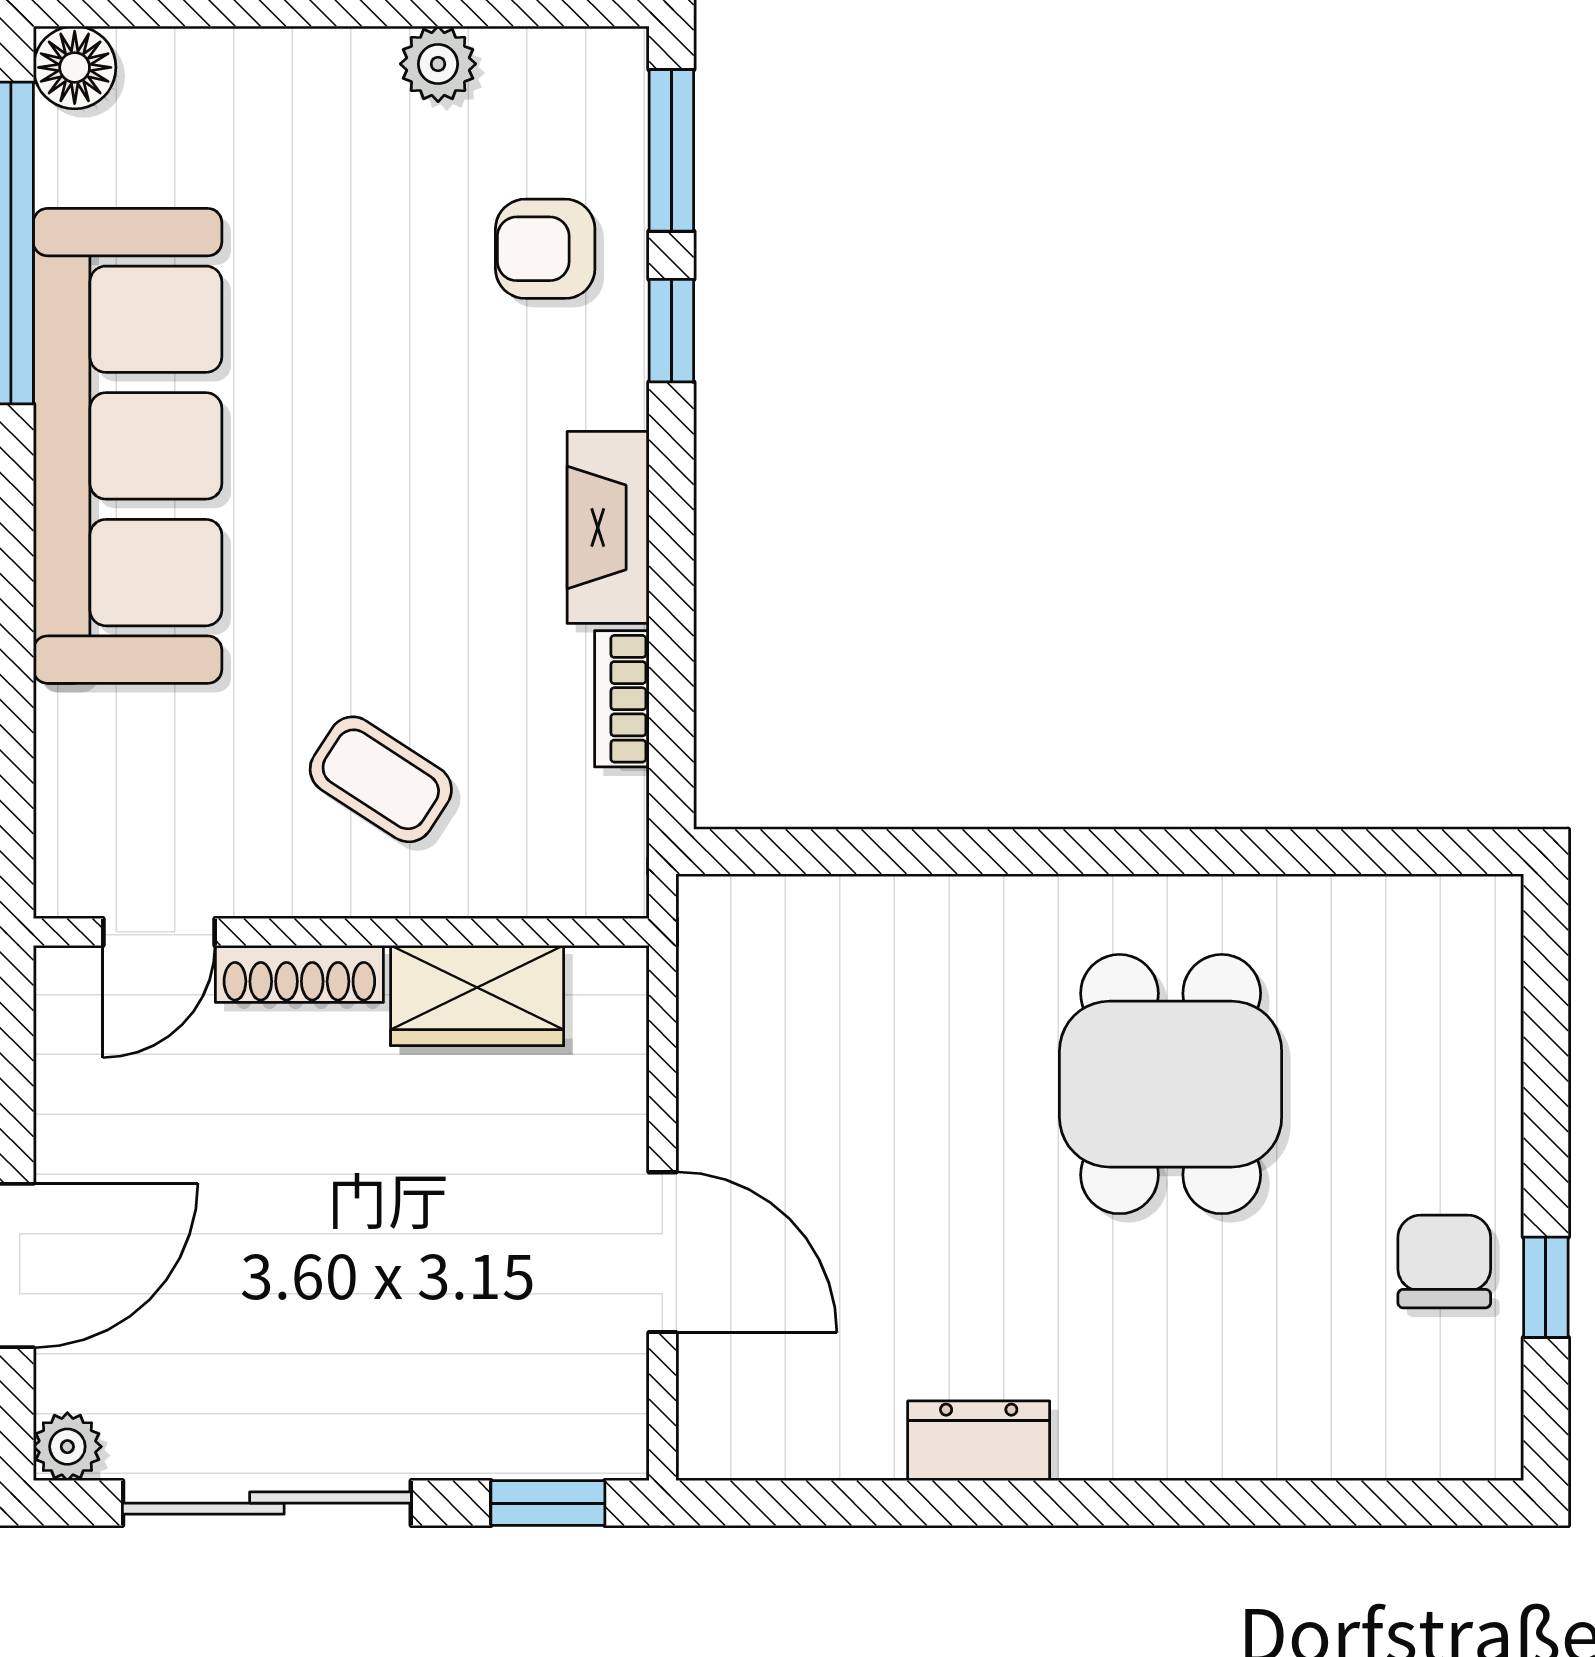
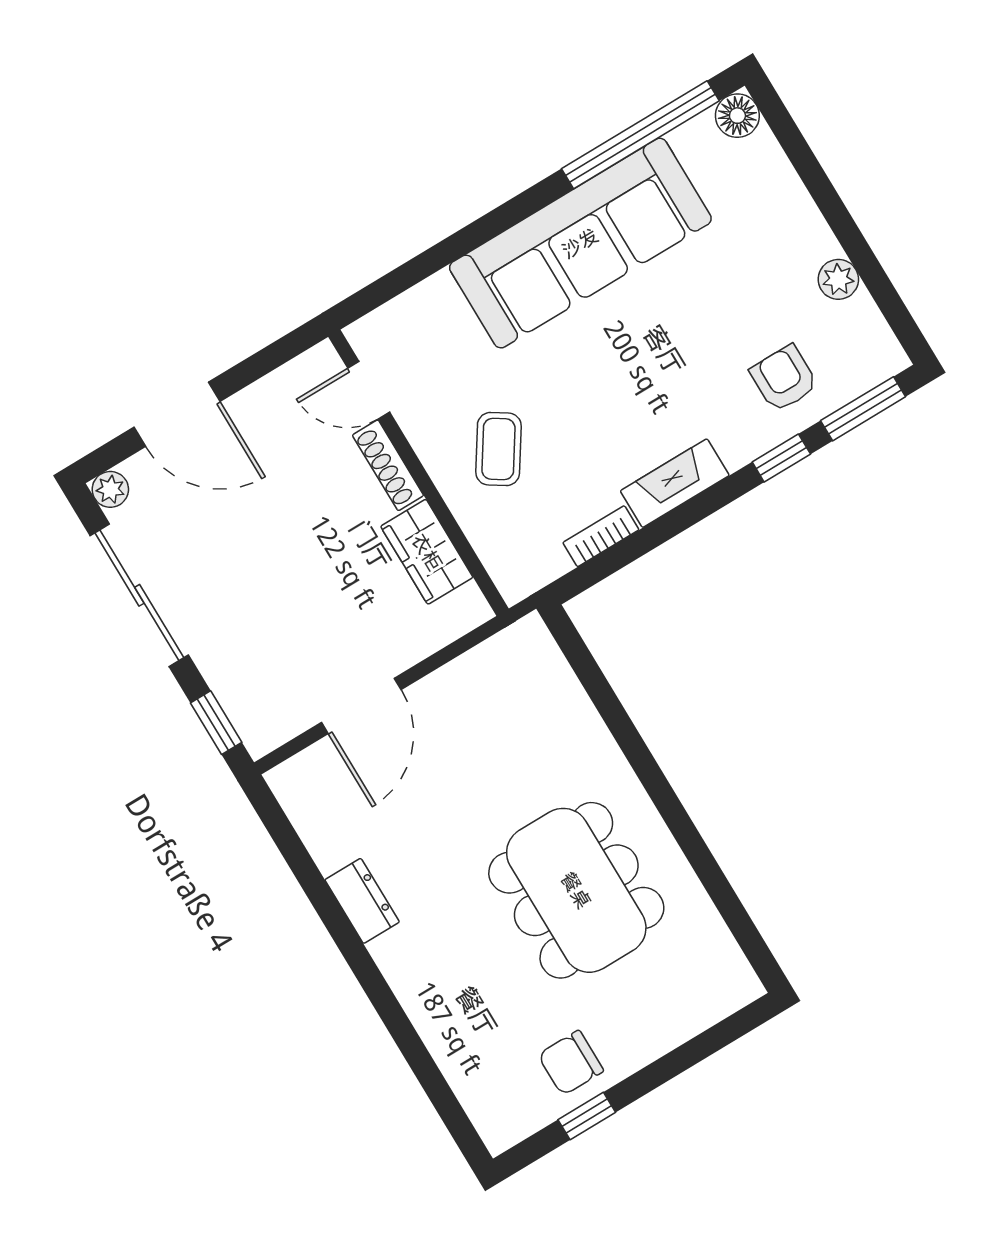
dining table: (1171, 1084) -> (576, 890), width x1.37
chair: (1444, 1261) -> (571, 1063), turned 180

